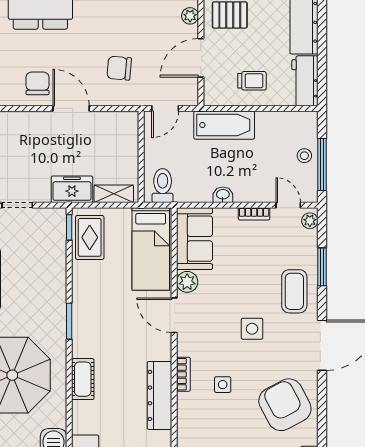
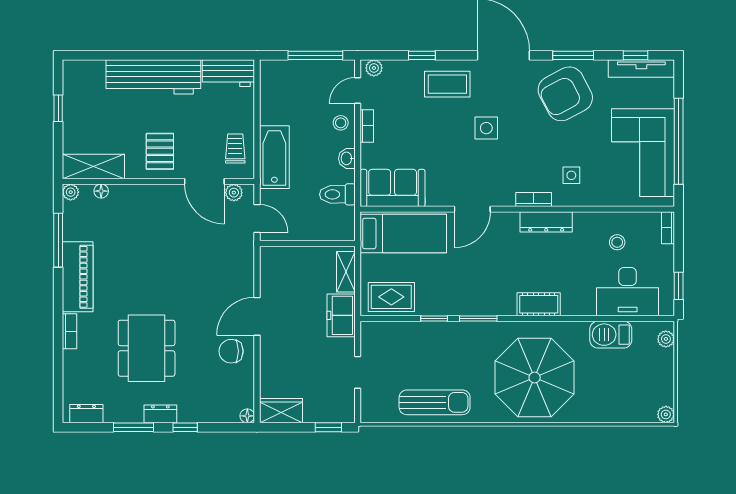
plant: (190, 16) -> (234, 193), moved
chair: (119, 68) -> (215, 266), removed
trolley: (252, 81) -> (235, 148), moved
stool: (304, 156) -> (341, 123), moved
toilet: (163, 186) -> (337, 194), moved
window: (69, 227) -> (434, 318), moved
window: (322, 267) -> (422, 55), width x0.67
plant: (187, 282) -> (438, 196), removed
side table: (223, 385) -> (571, 175), moved
dresser: (159, 395) -> (546, 222), width x0.73, depth x0.80
window: (322, 412) -> (573, 55), added

